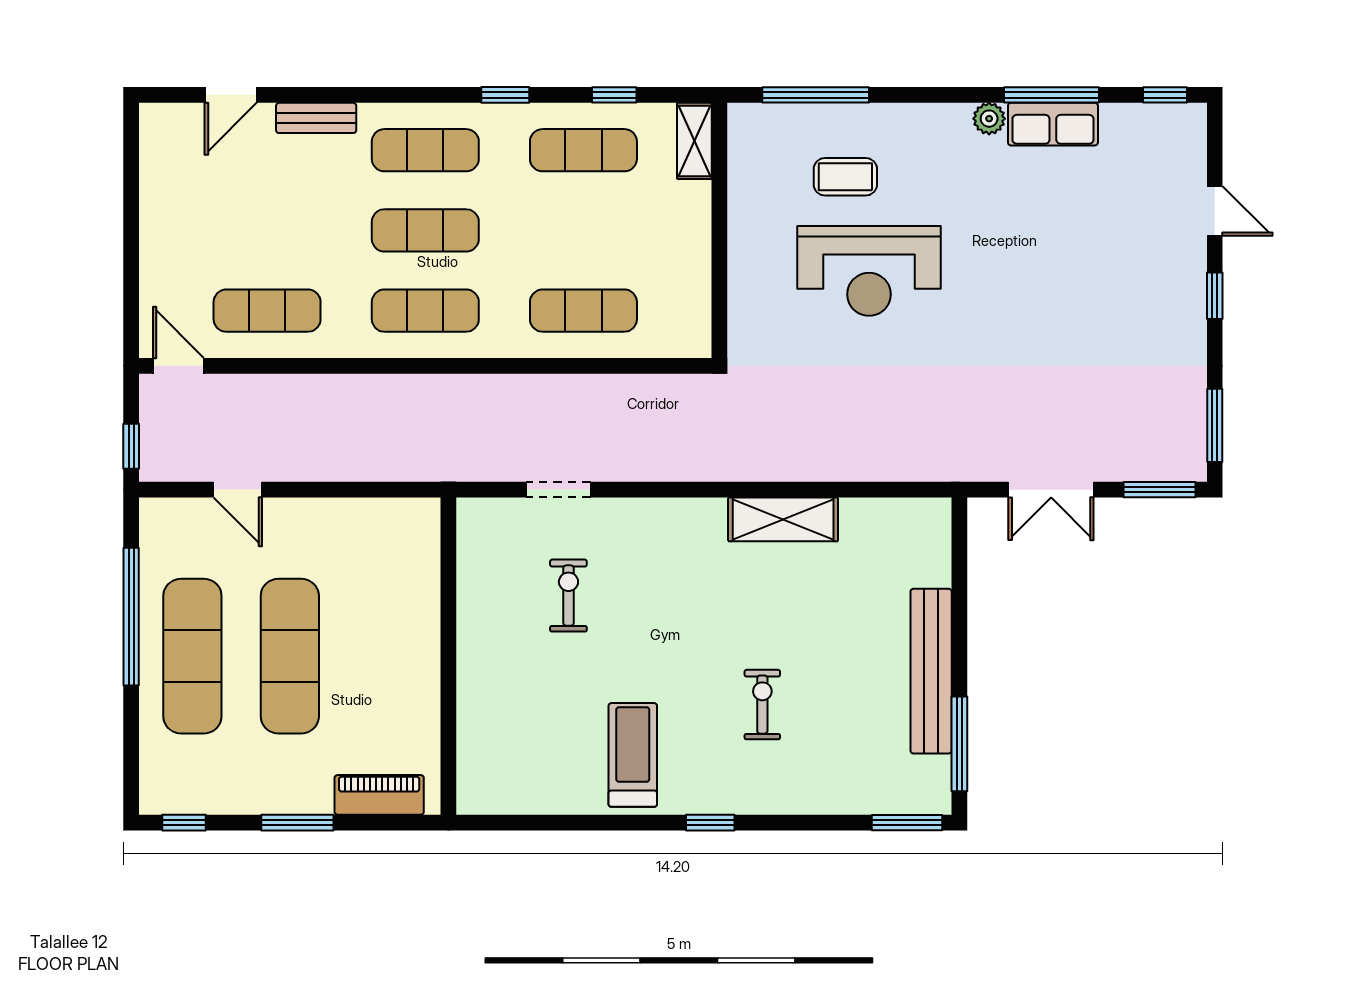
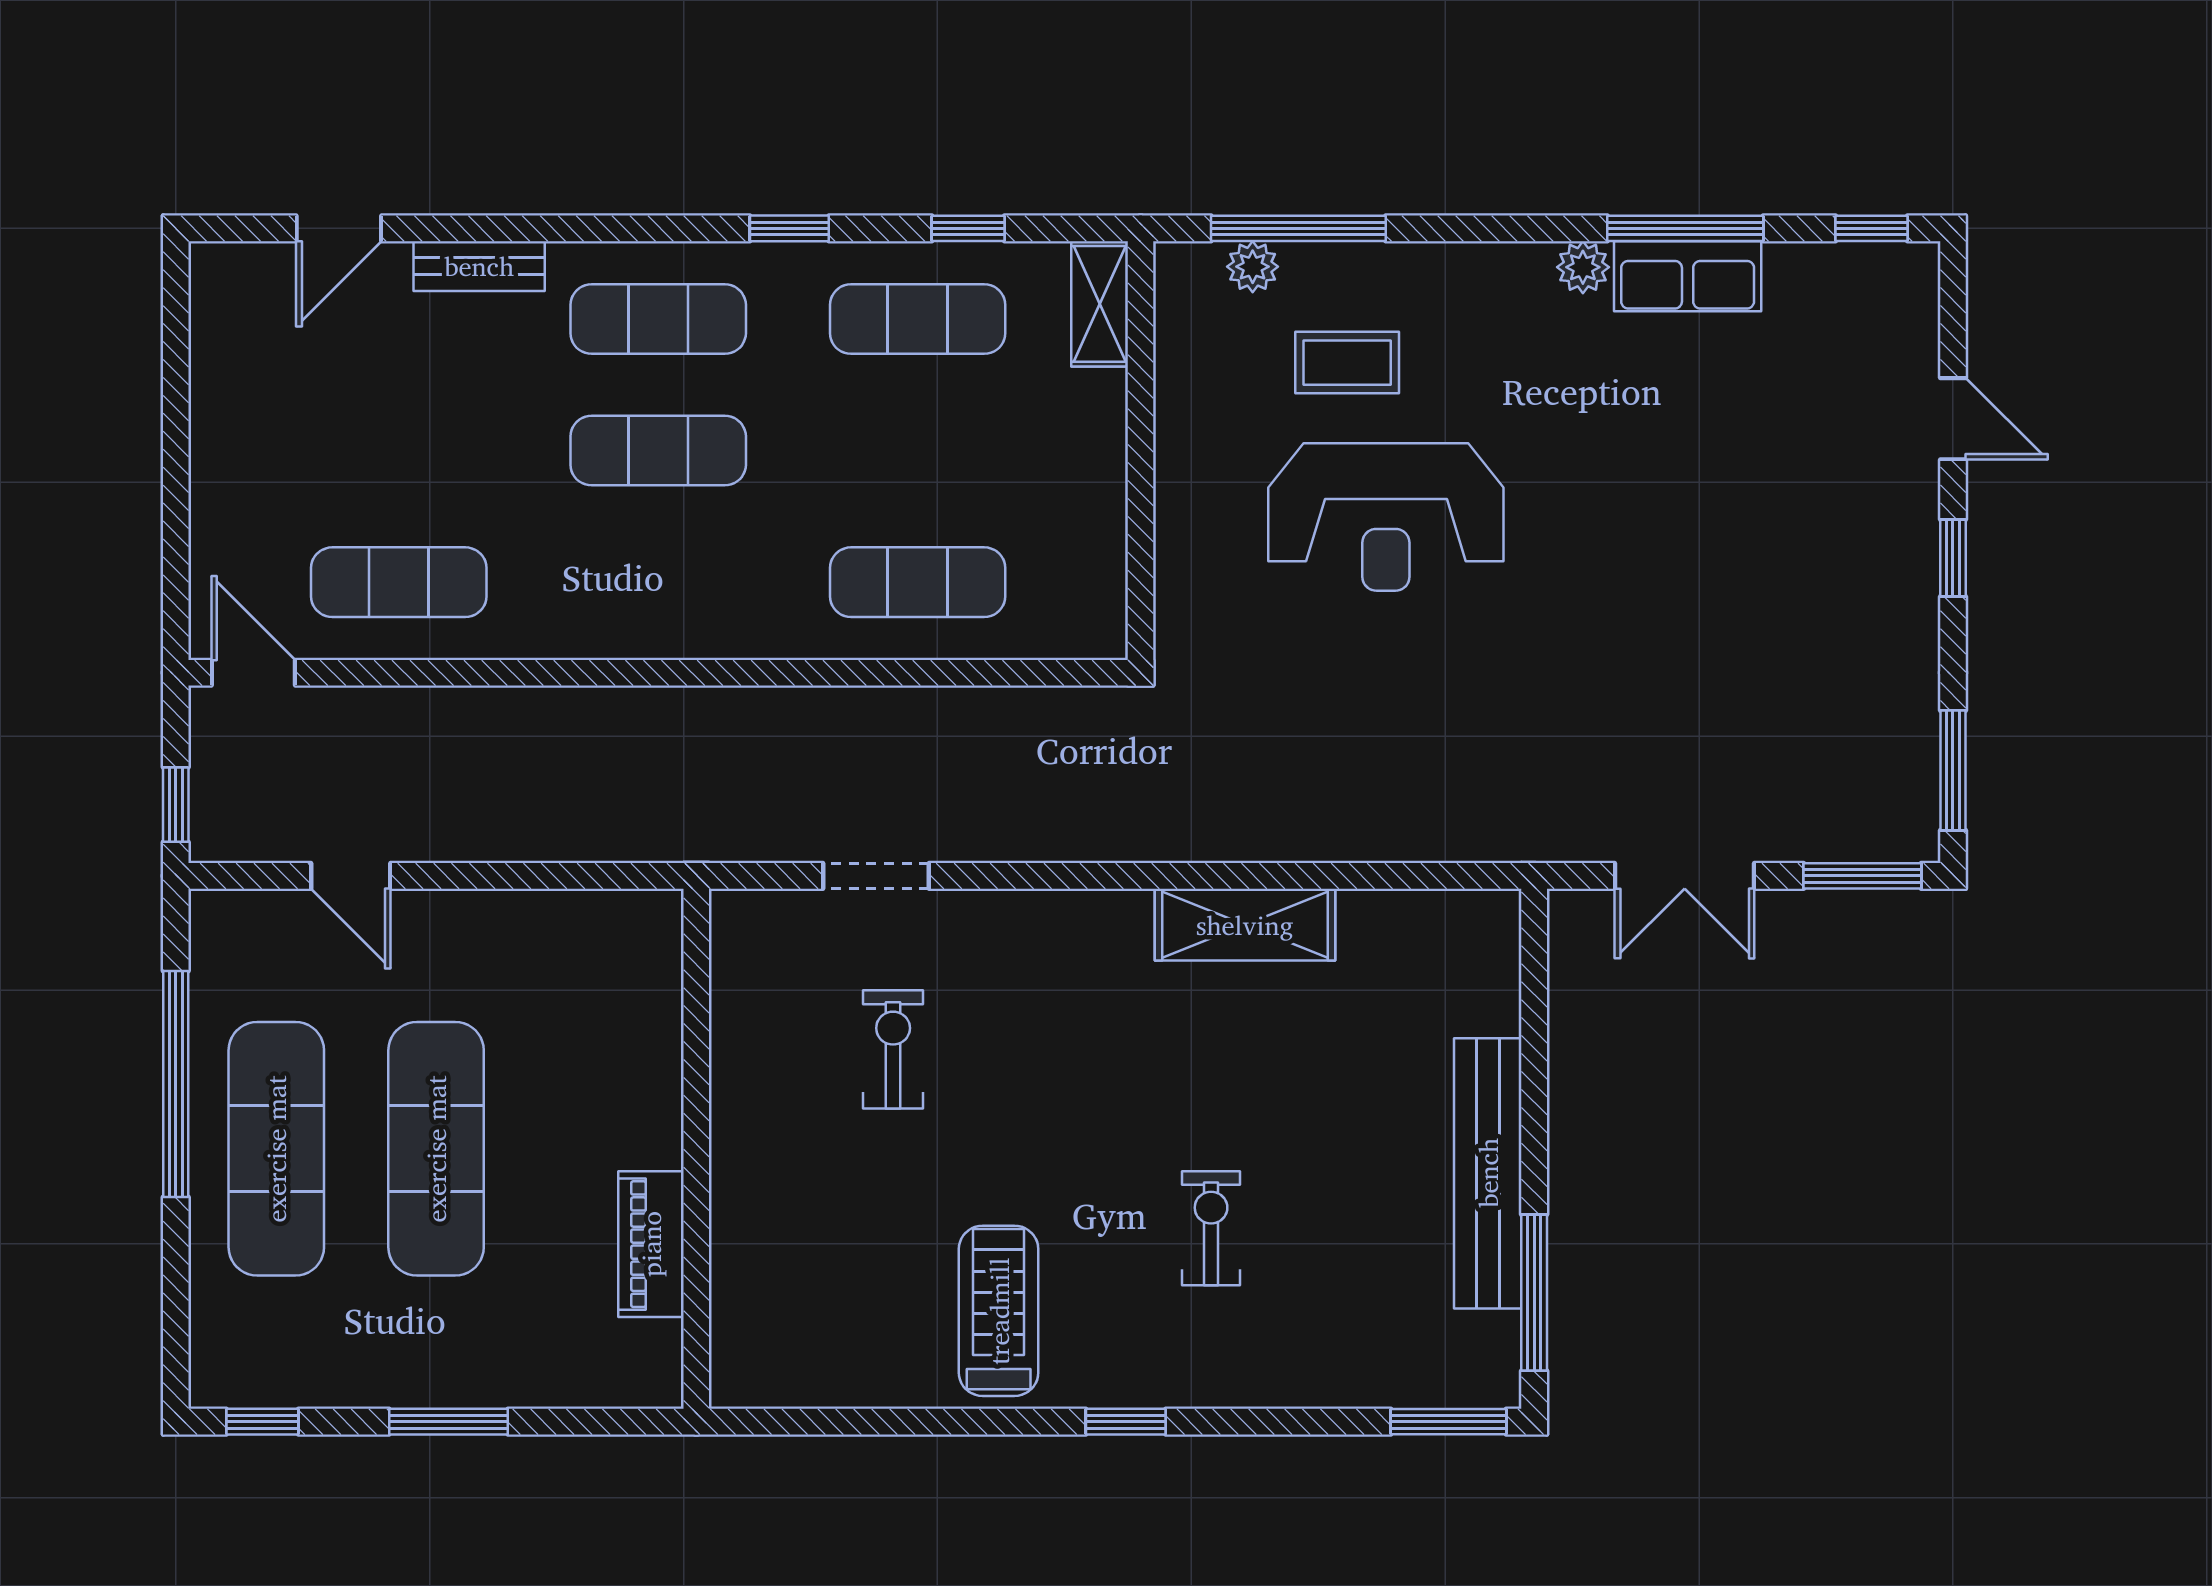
plant: (788, 118) -> (1253, 267), added
exercise mat: (425, 311) -> (658, 582), removed
piano: (379, 795) -> (651, 1244), moved, turned -90

